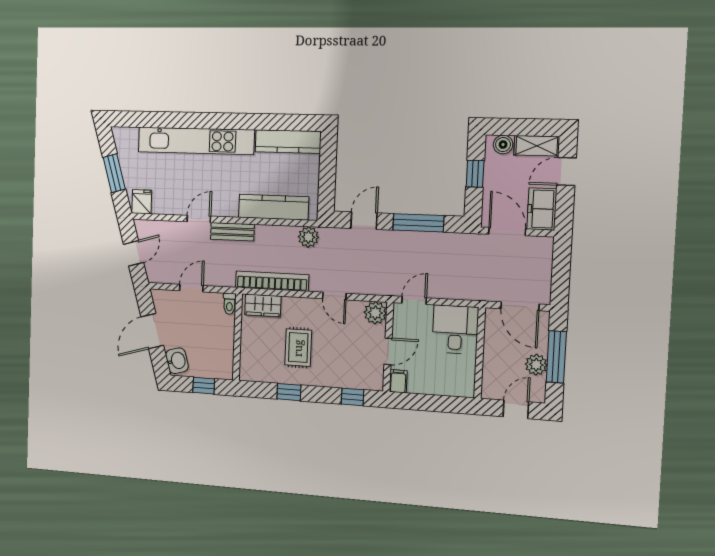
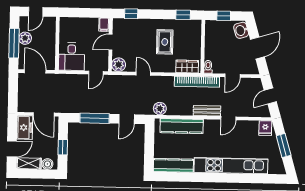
bookcase: (272, 281) -> (197, 82), moved
window: (289, 392) -> (183, 15), moved

